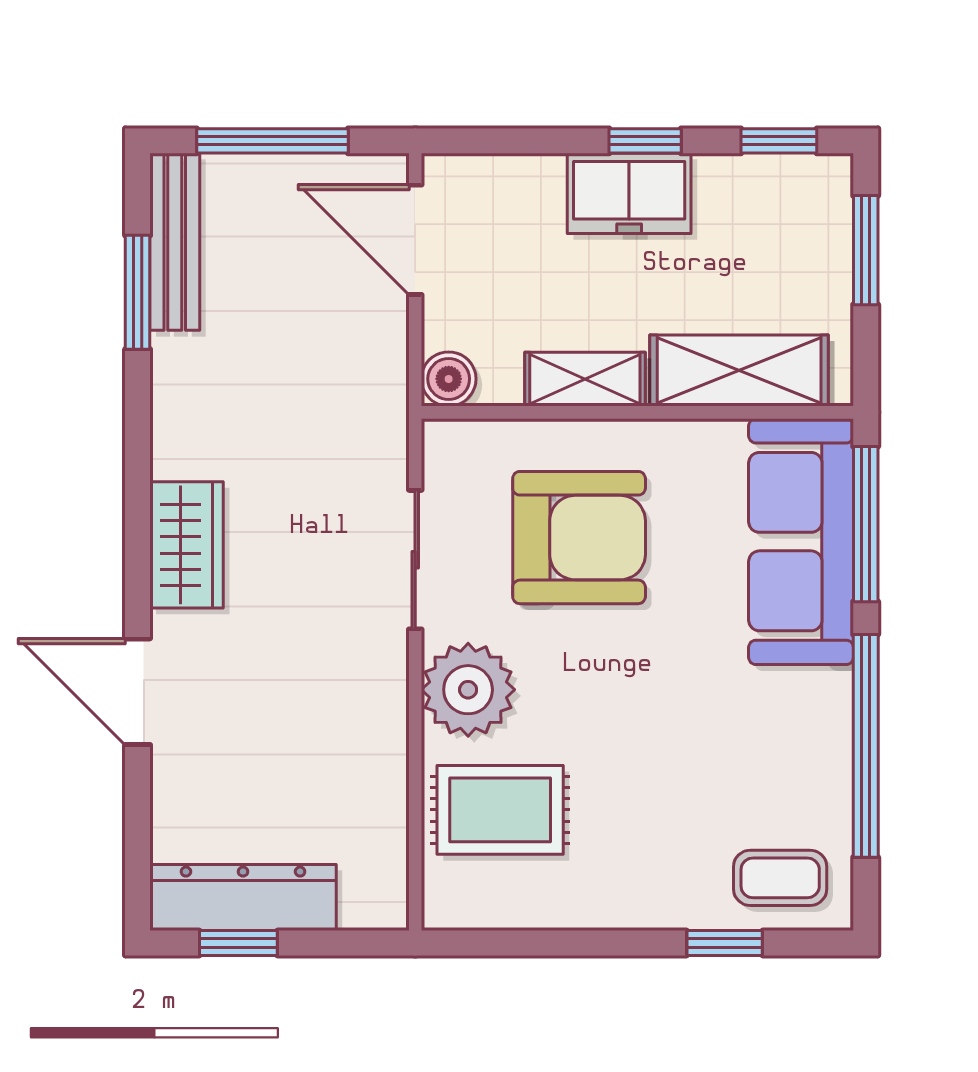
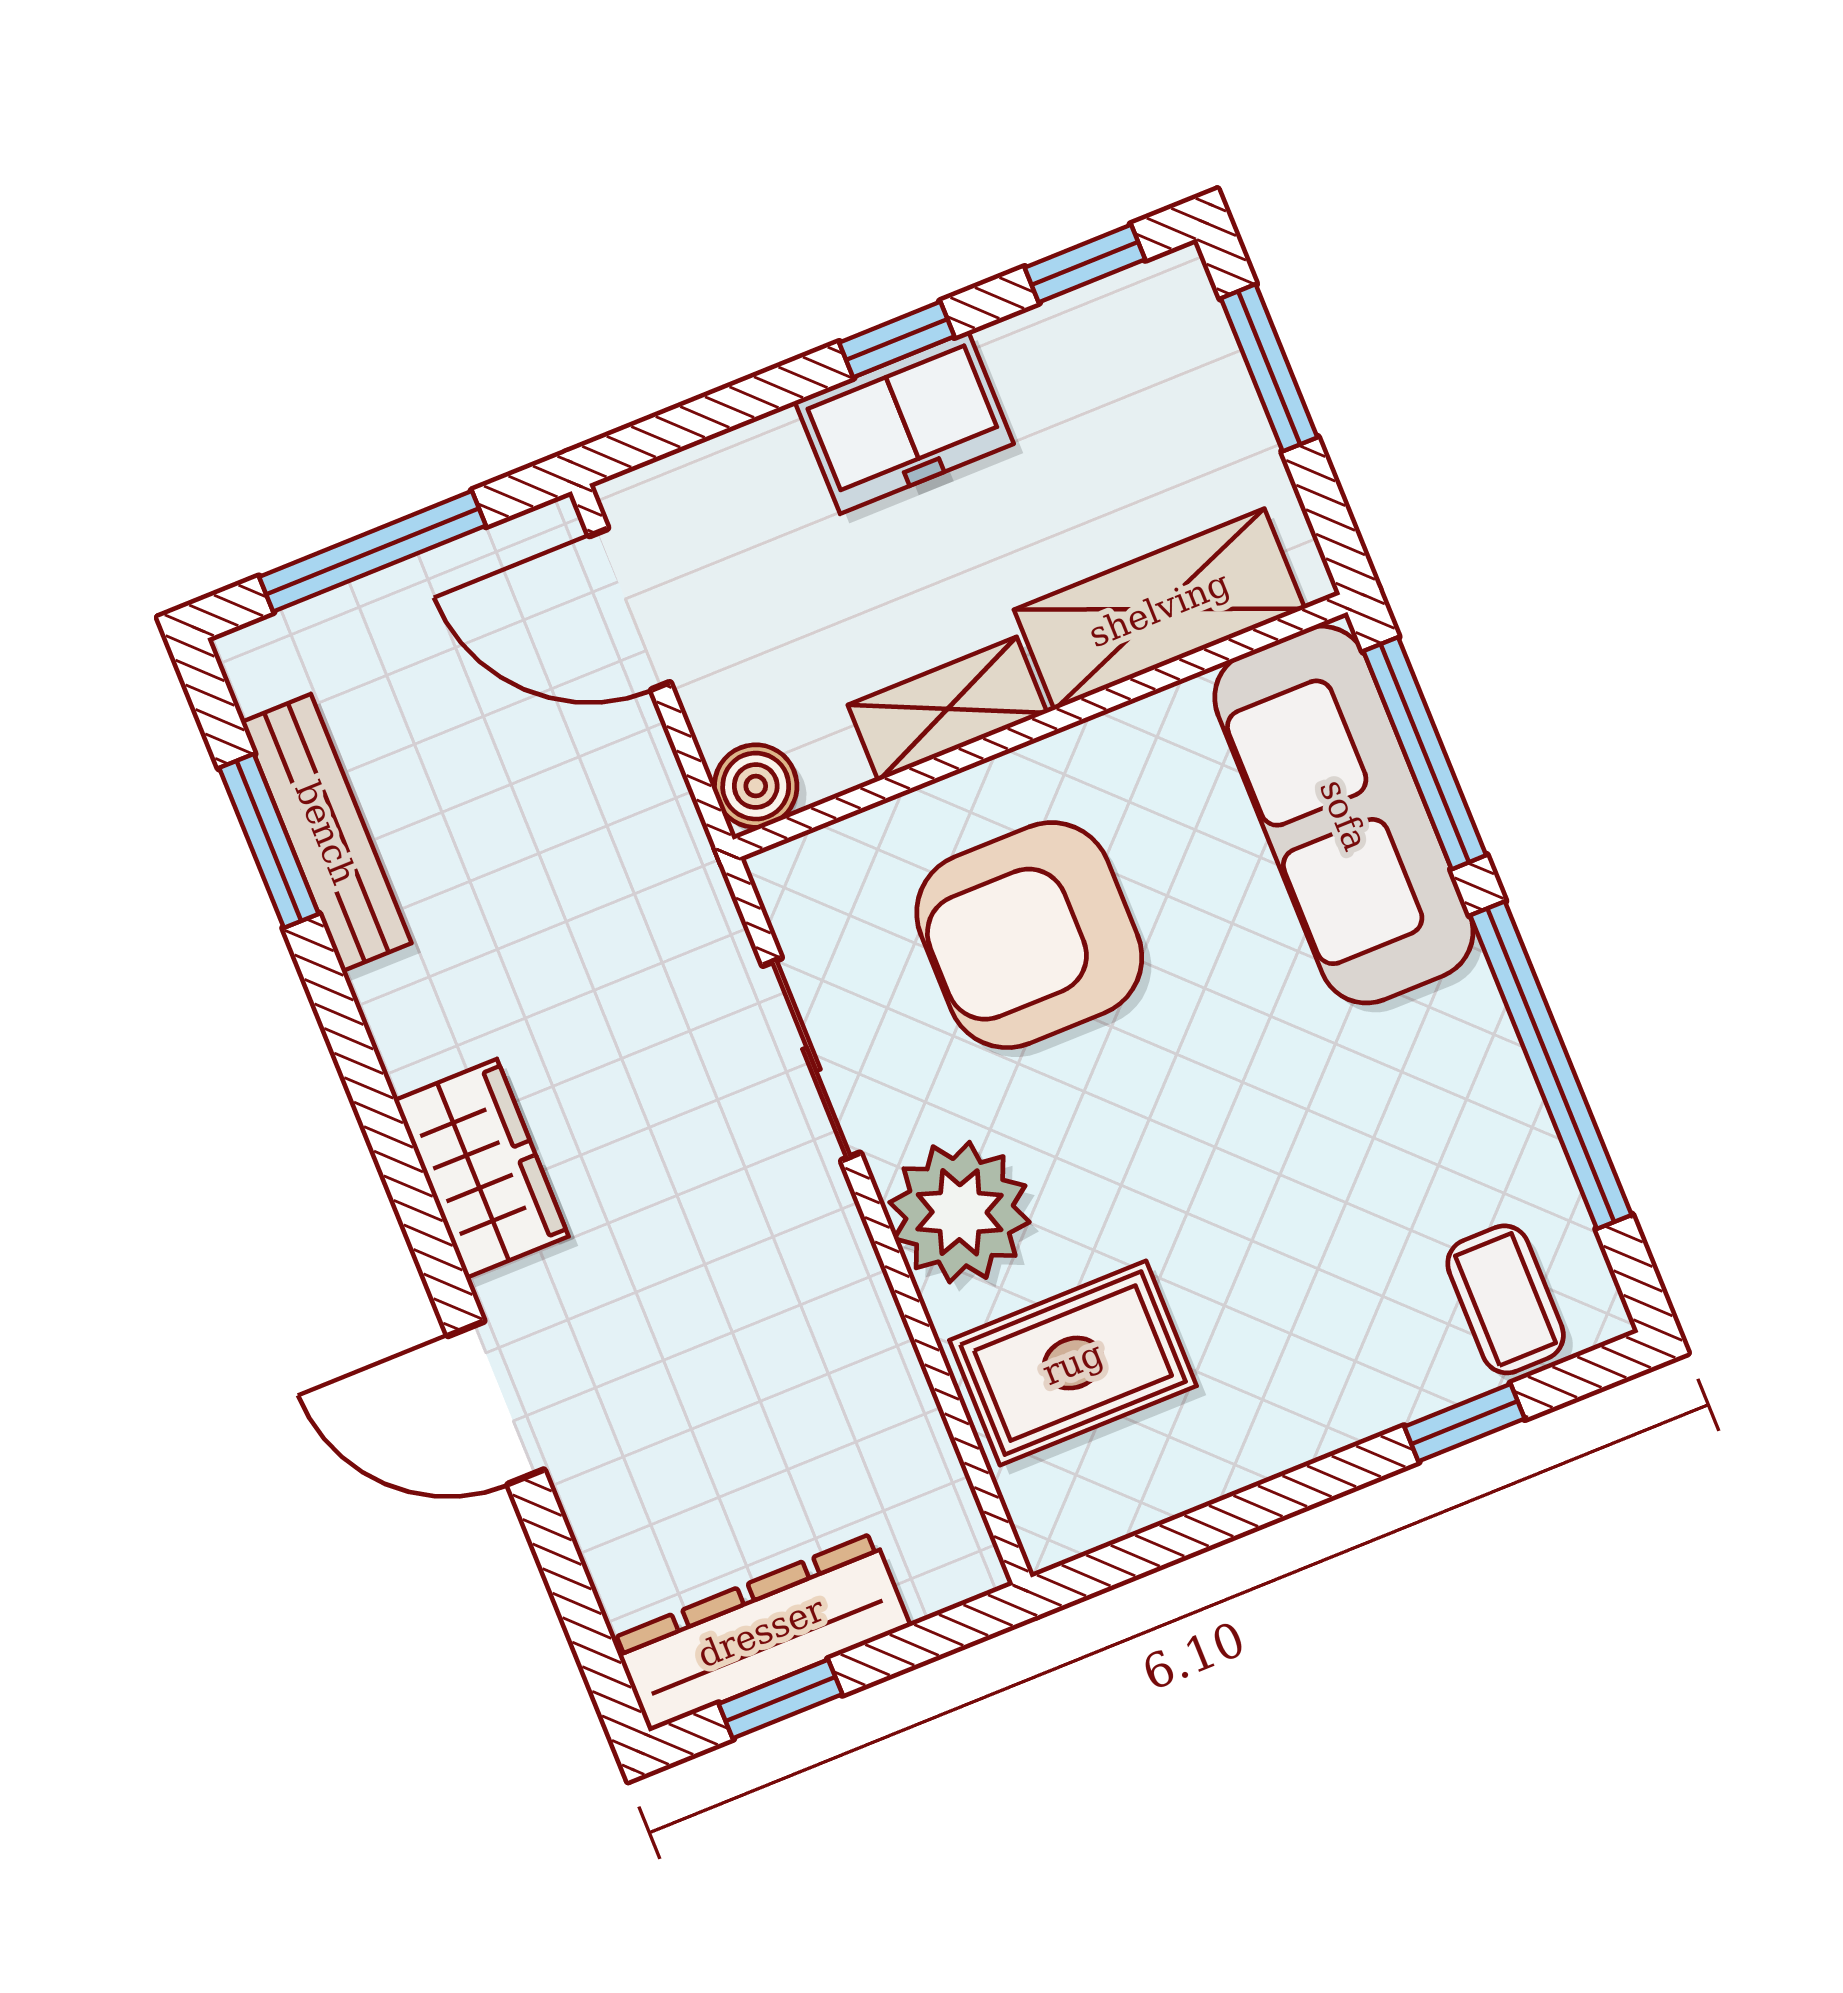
bench: (175, 242) -> (326, 833), moved
armchair: (579, 538) -> (1029, 935), turned 180
coffee table: (780, 878) -> (1506, 1299), turned 90

